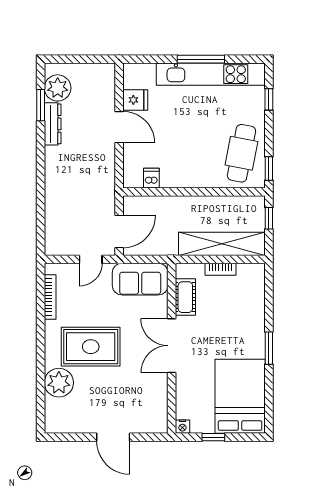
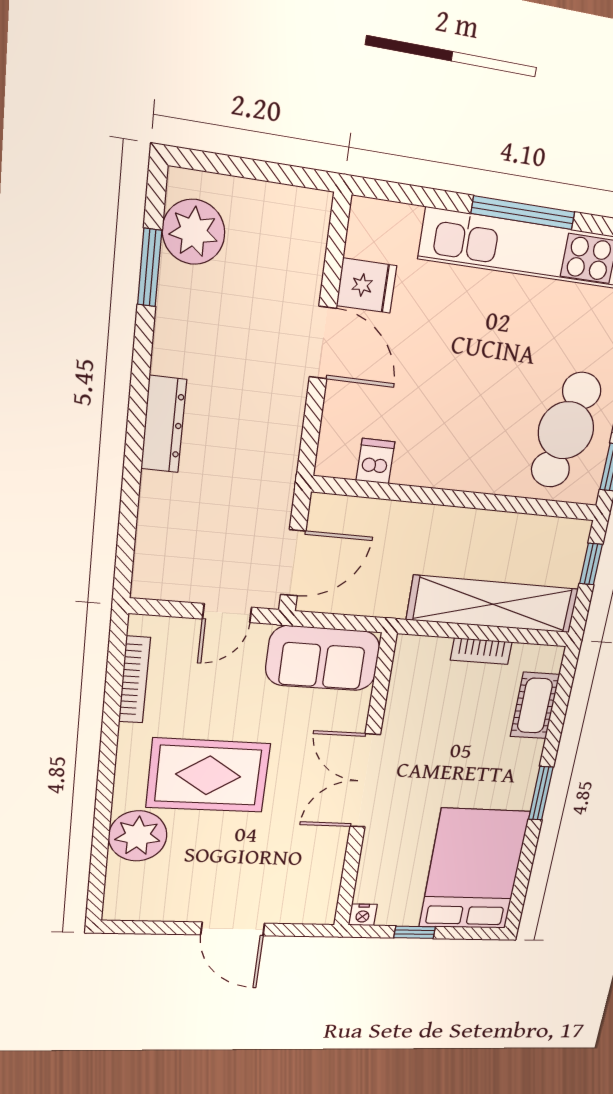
dresser: (53, 124) -> (164, 424), moved
cot: (185, 297) -> (535, 706), moved

